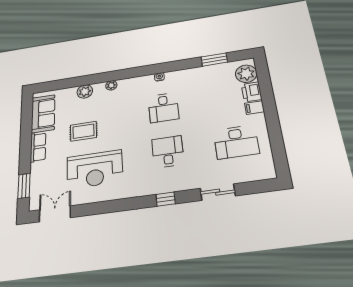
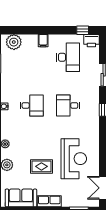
printer: (252, 92) -> (91, 41), moved
rug: (83, 131) -> (41, 166), turned 90
window: (279, 155) -> (83, 30), added

